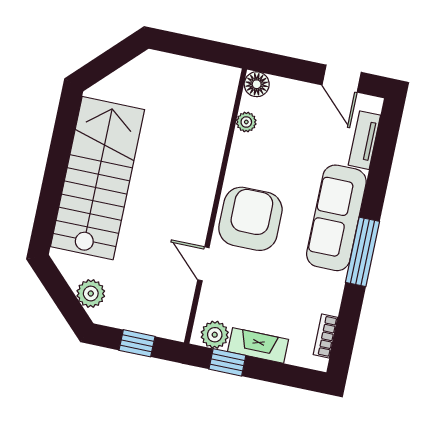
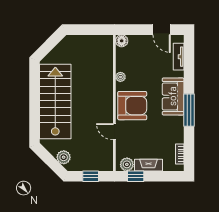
plant: (246, 122) -> (120, 77), moved
sofa: (336, 218) -> (173, 96), width x0.73
armchair: (250, 219) -> (132, 106), turned 90

